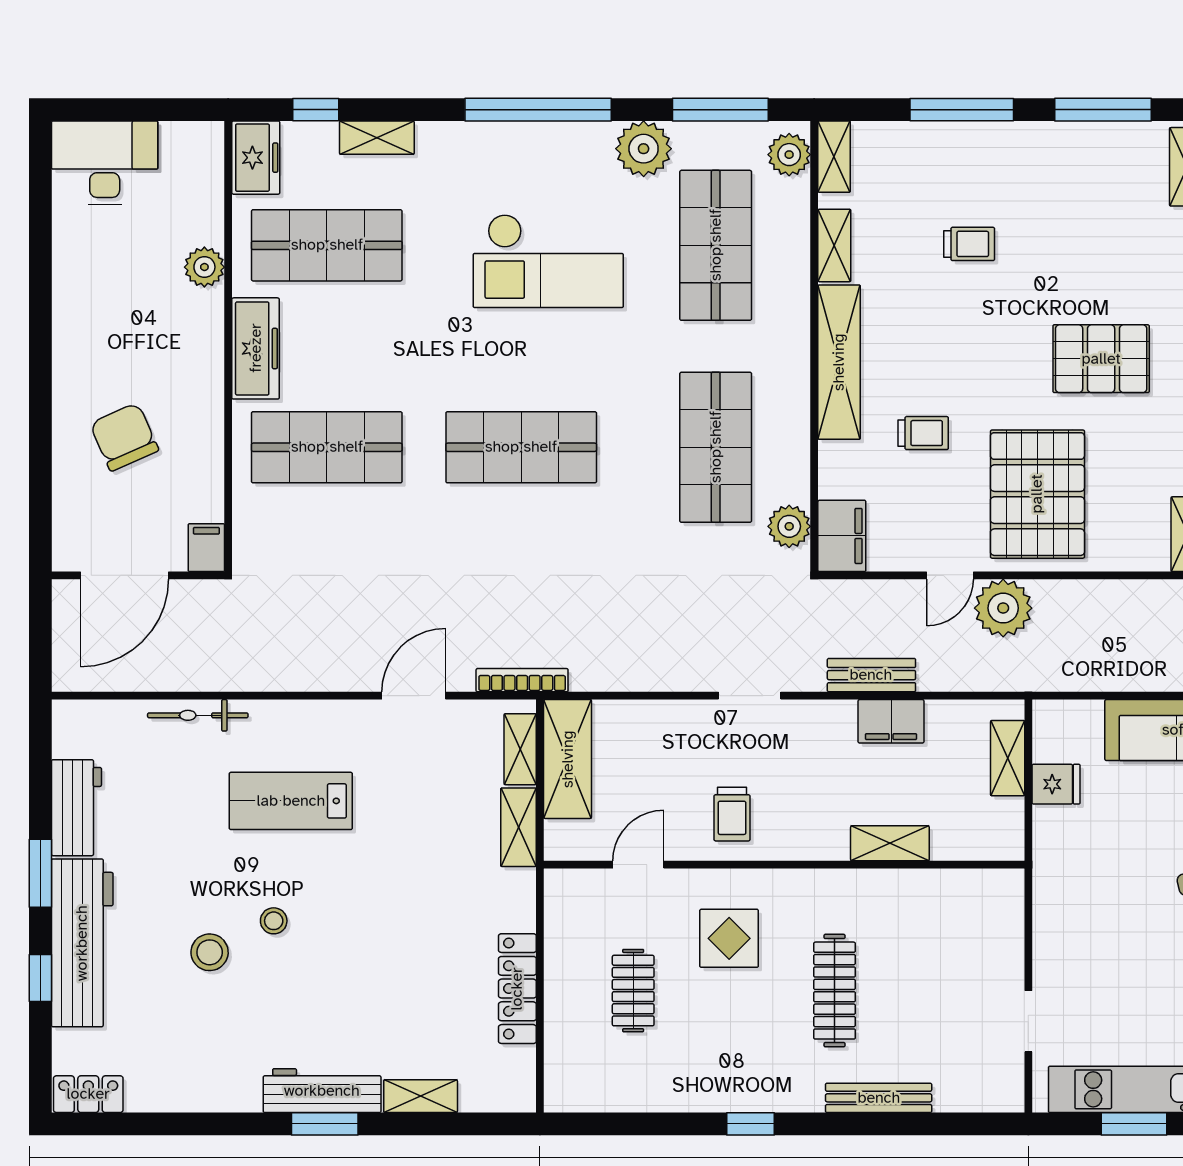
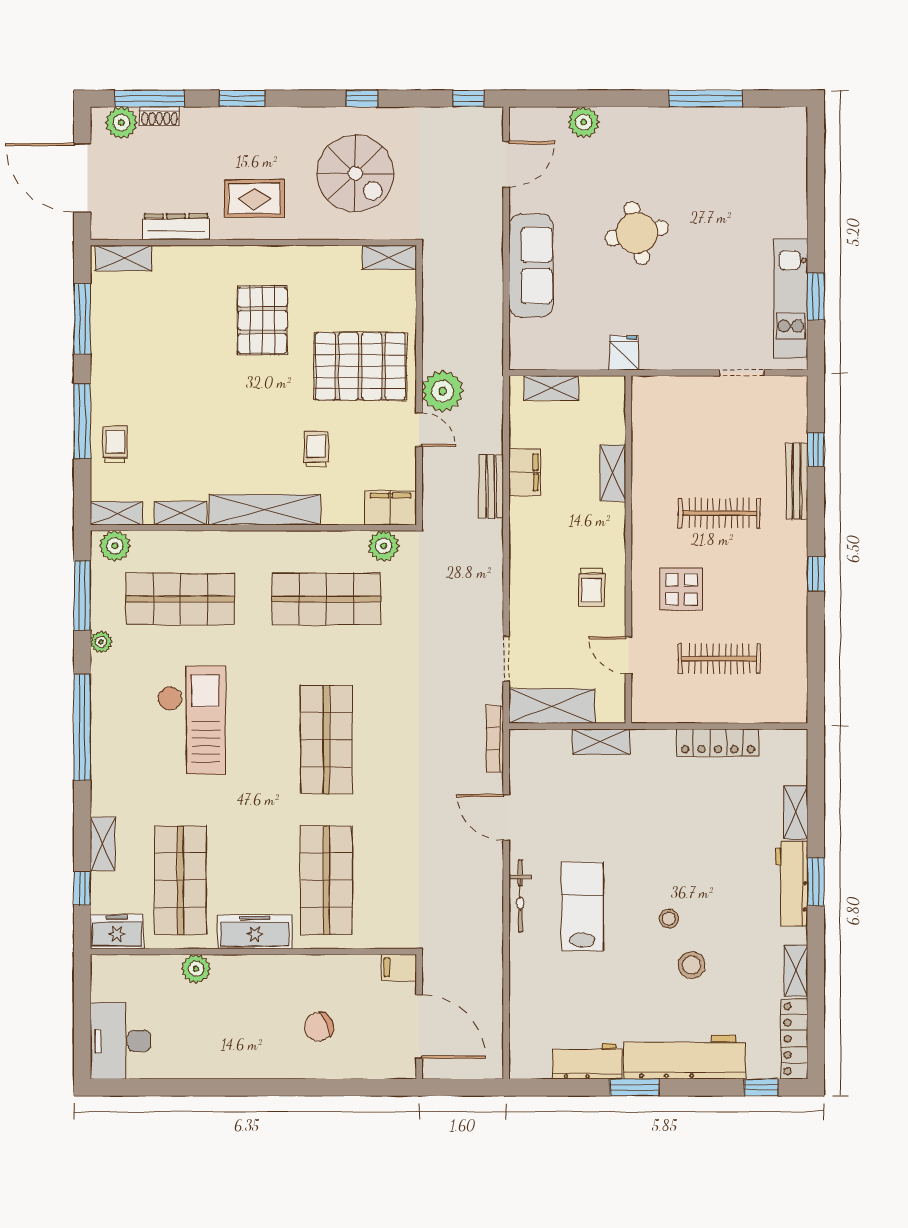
plant: (644, 149) -> (101, 642), width x0.53, depth x0.53
trolley: (969, 244) -> (115, 445), moved
chair: (124, 437) -> (319, 1027), width x0.73, depth x0.73
doorway: (750, 696) -> (506, 659), moved
bicycle: (198, 715) -> (520, 896), moved
shelving: (520, 749) -> (796, 970), moved, turned 90
fridge: (1056, 784) -> (624, 353), moved
lab bench: (291, 801) -> (582, 906), turned 180
trolley: (732, 814) -> (592, 587), turned 90
window: (40, 978) -> (761, 1087), moved
clothes rail: (633, 991) -> (719, 659), width x1.36
locker: (88, 1094) -> (794, 1039), width x1.53
window: (922, 1124) -> (816, 450), added

